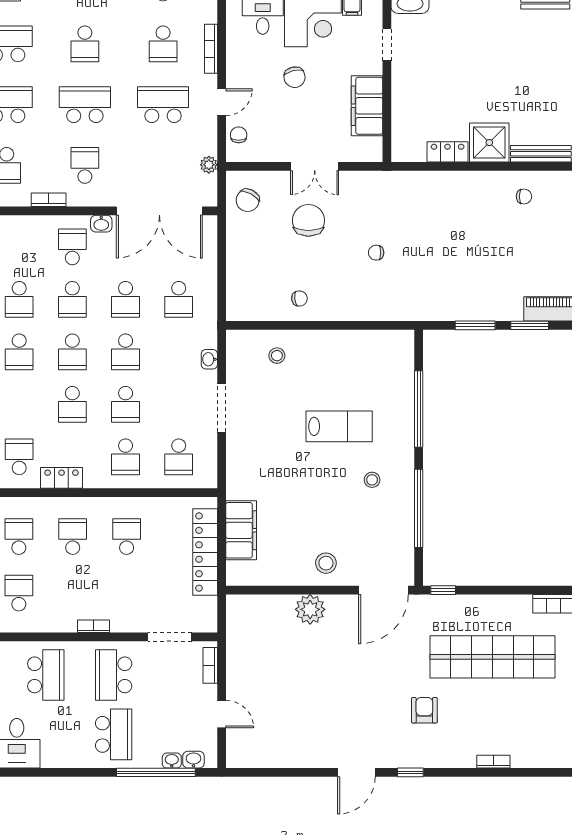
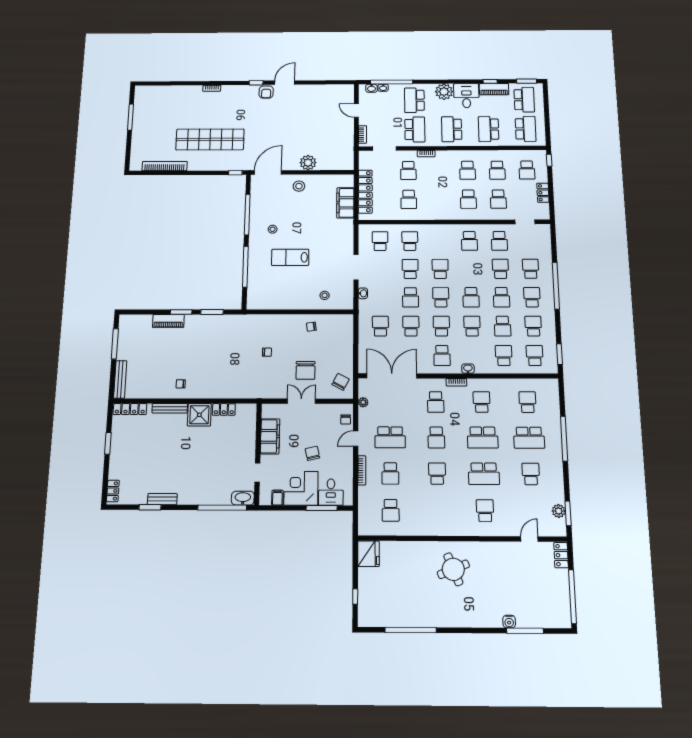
school desk: (163, 44) -> (390, 473), turned 180
school desk: (85, 105) -> (436, 437), width x0.54
washbasin: (101, 224) -> (468, 369), moved
school desk: (19, 352) -> (471, 297), turned 180
school desk: (126, 352) -> (411, 297), turned 180
locker: (62, 478) -> (445, 230), removed
school desk: (73, 537) -> (408, 171), moved
armchair: (424, 710) -> (266, 92), moved
plant: (58, 752) -> (444, 92), added

